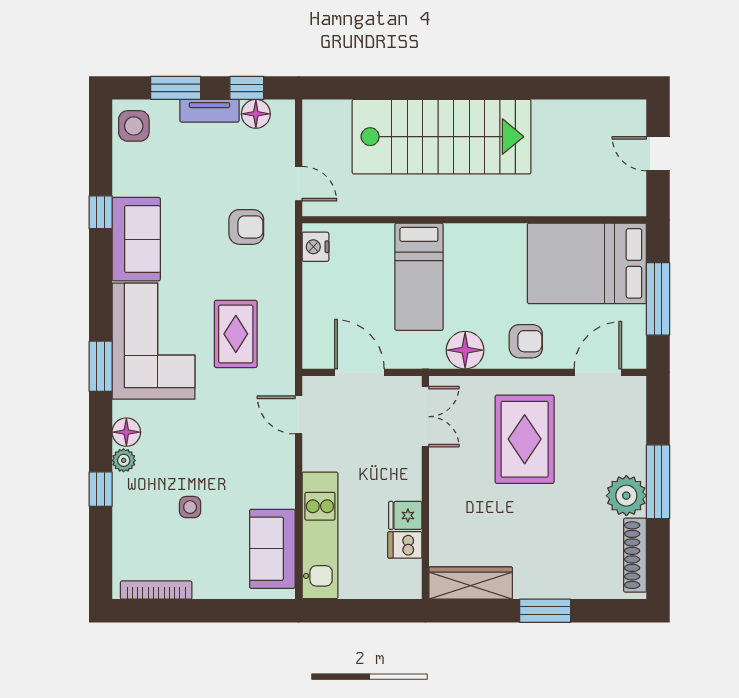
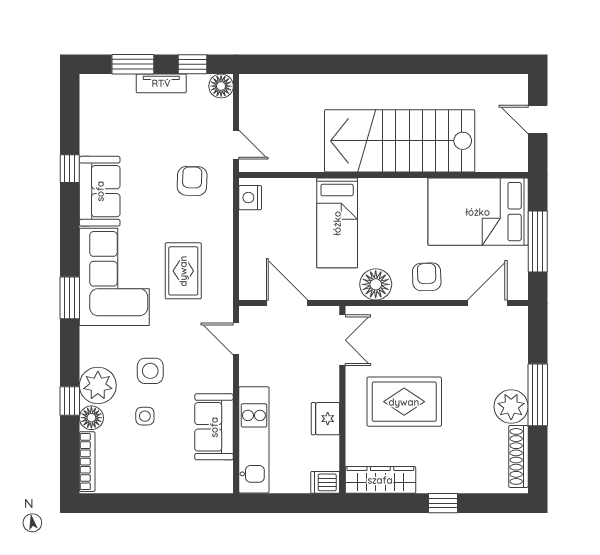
floor lamp: (256, 114) -> (221, 86), moved
side table: (134, 126) -> (150, 371), moved
stairs: (442, 137) -> (400, 141), moved, turned 180
armchair: (246, 227) -> (192, 181), turned -88
armchair: (526, 341) -> (427, 277), turned -92
floor lamp: (126, 432) -> (91, 418), moved
rug: (525, 439) -> (404, 402), moved, turned 90
plant: (124, 460) -> (98, 385), width x1.88, depth x1.88
fridge: (405, 515) -> (325, 419), width x1.38
dishwasher: (405, 545) -> (325, 482), moved
sofa: (272, 549) -> (214, 427), moved
bookcase: (156, 590) -> (87, 462), moved, turned 90
window: (545, 611) -> (443, 503), width x0.67

